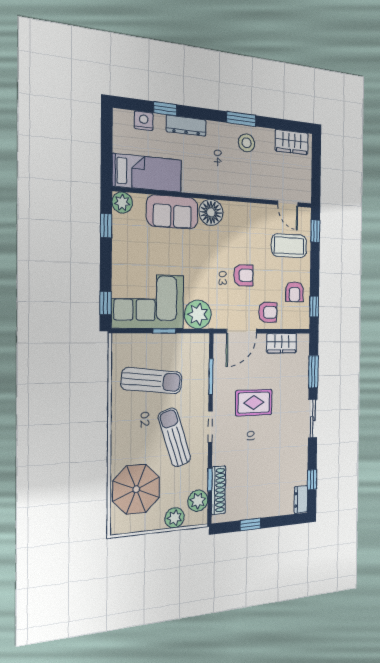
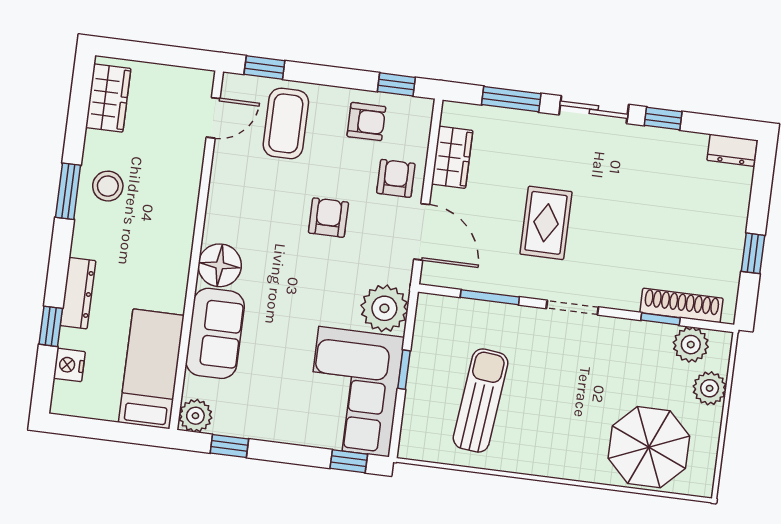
sun lounger: (174, 437) -> (579, 373), removed
window: (312, 480) -> (663, 119), moved

